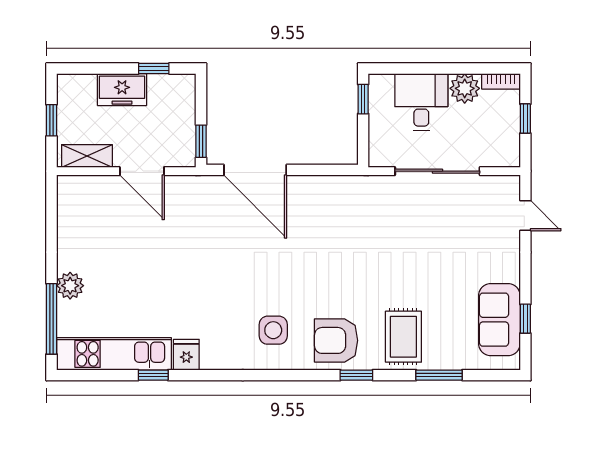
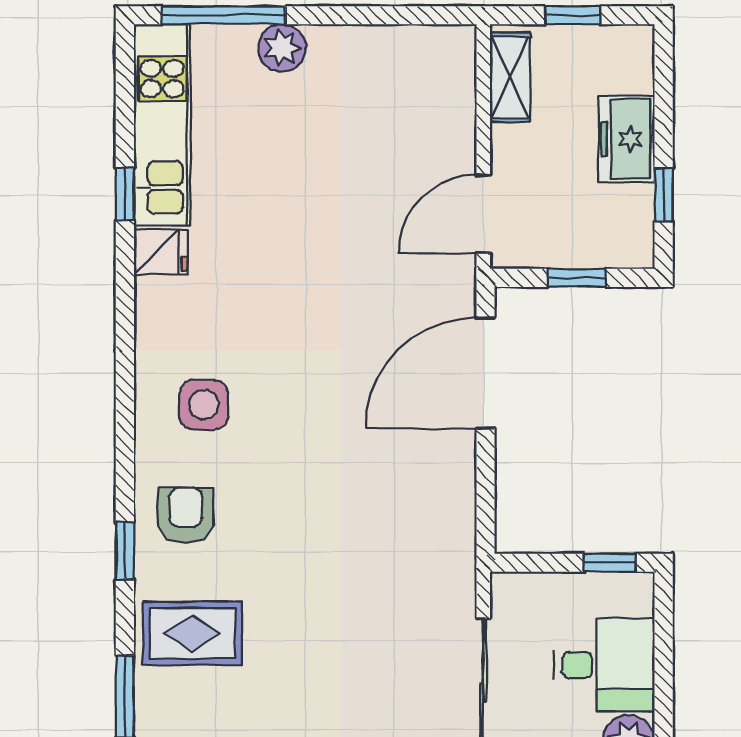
window: (201, 141) -> (577, 278), moved
door: (142, 171) -> (483, 214), moved
armchair: (336, 340) -> (186, 515), width x0.72, depth x0.72

